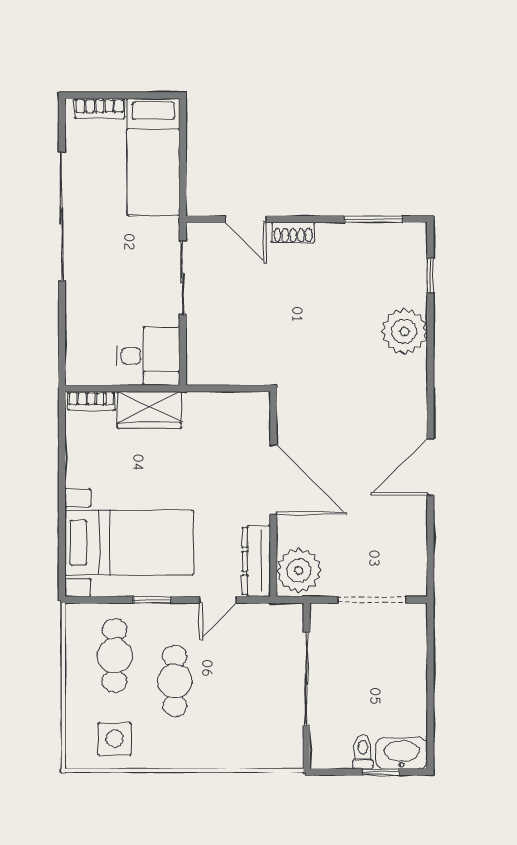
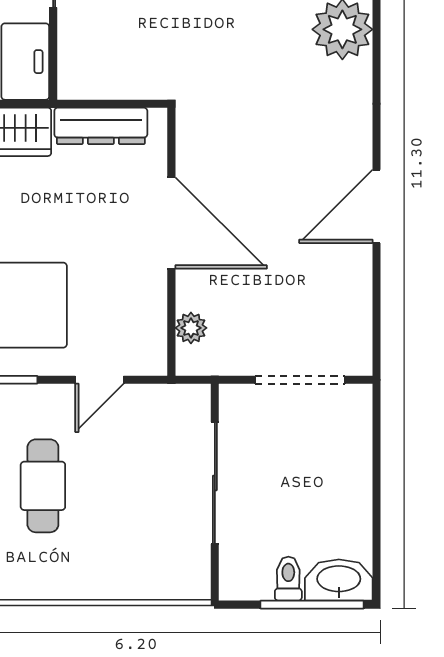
dresser: (256, 561) -> (101, 126), moved, turned -90
plant: (299, 571) -> (191, 328), width x0.53, depth x0.53
window: (381, 772) -> (312, 605), width x2.17

